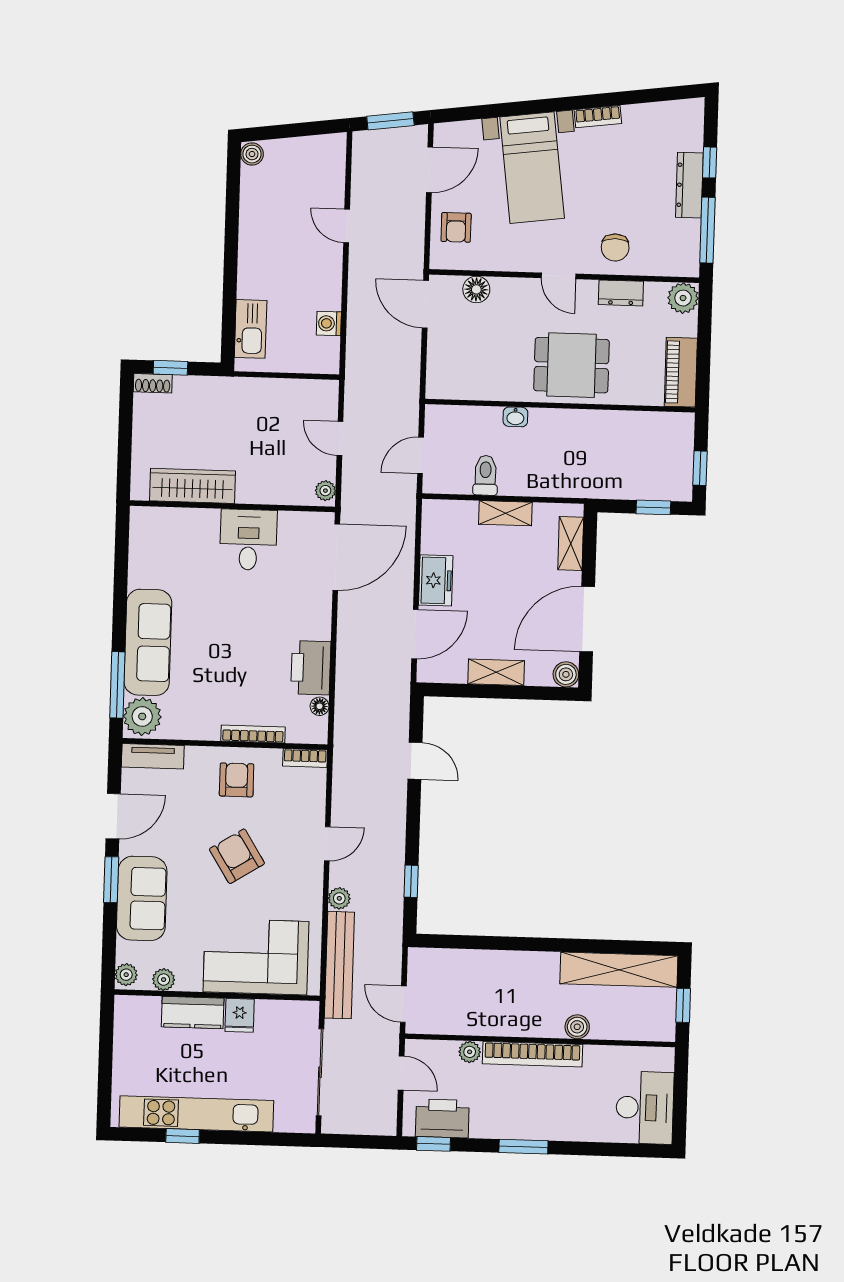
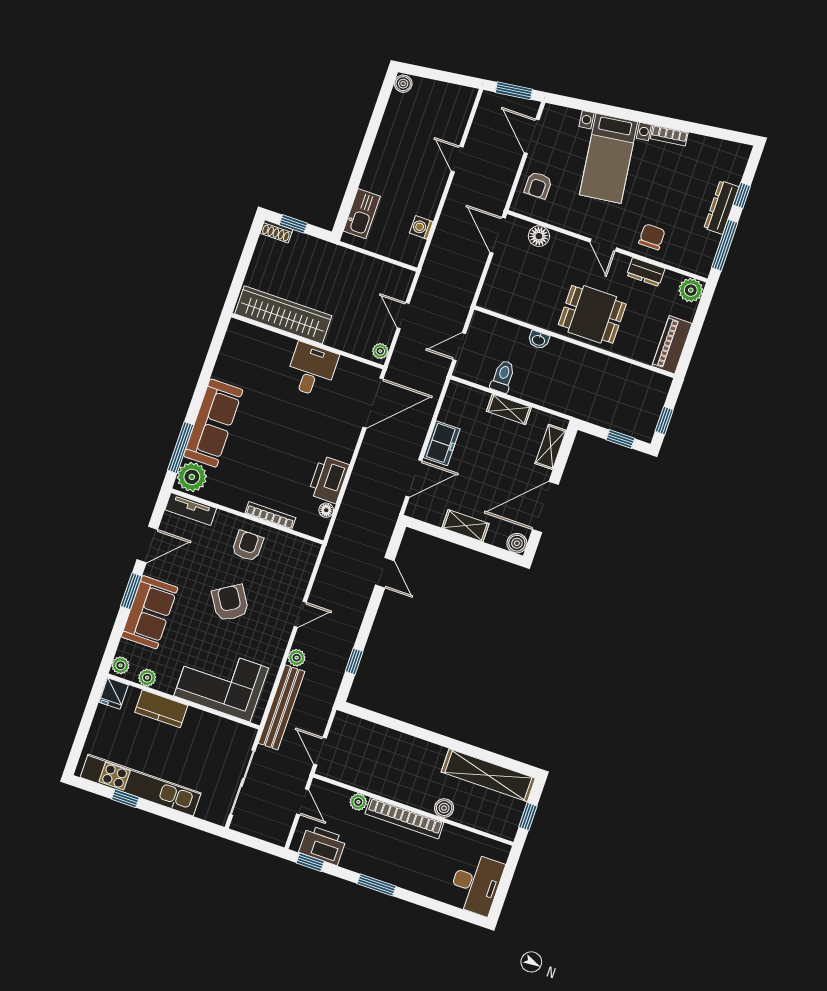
door: (430, 170) -> (532, 136), swing flipped
chair: (615, 247) -> (652, 237), turned 180
wardrobe: (193, 486) -> (283, 315), width x1.40, depth x1.17
bookcase: (305, 758) -> (304, 545), removed
fridge: (240, 1015) -> (114, 694), moved

